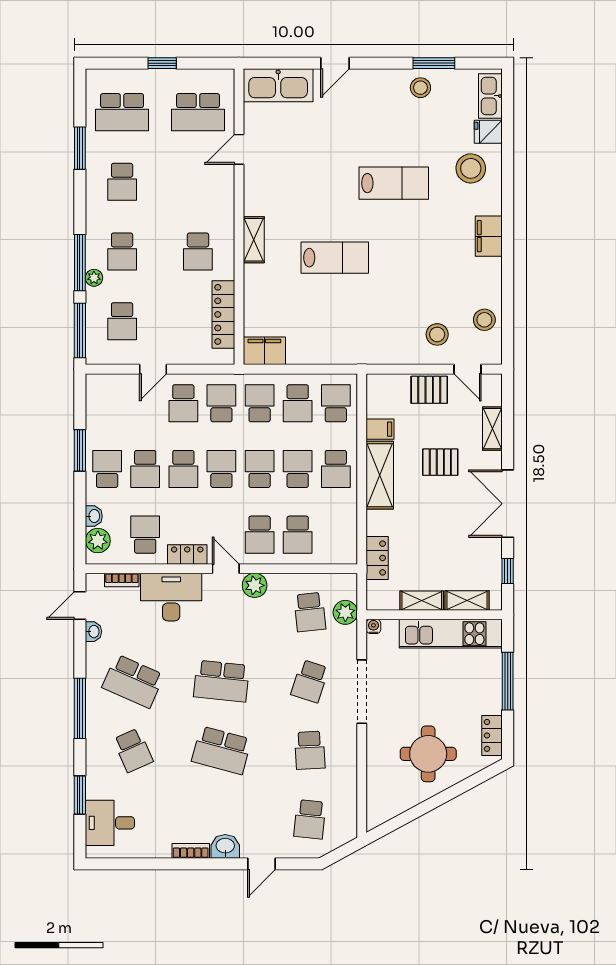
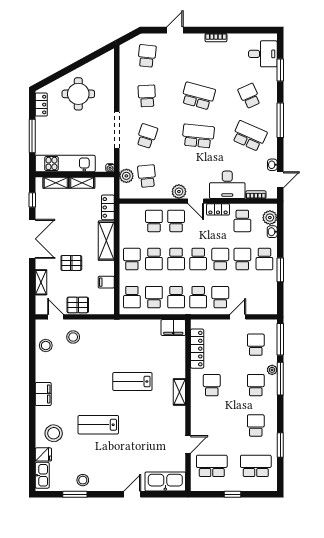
shelving: (380, 475) -> (106, 241), moved
washbasin: (225, 846) -> (196, 40), removed

